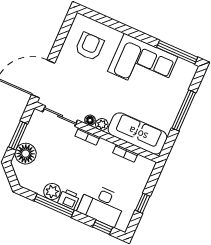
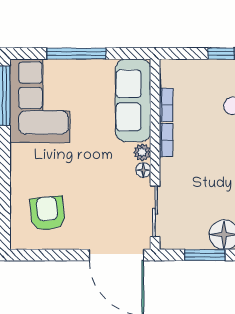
armchair: (89, 46) -> (47, 213), turned 84
corner sofa: (143, 64) -> (40, 101), moved
bookcase: (87, 136) -> (166, 140), moved

